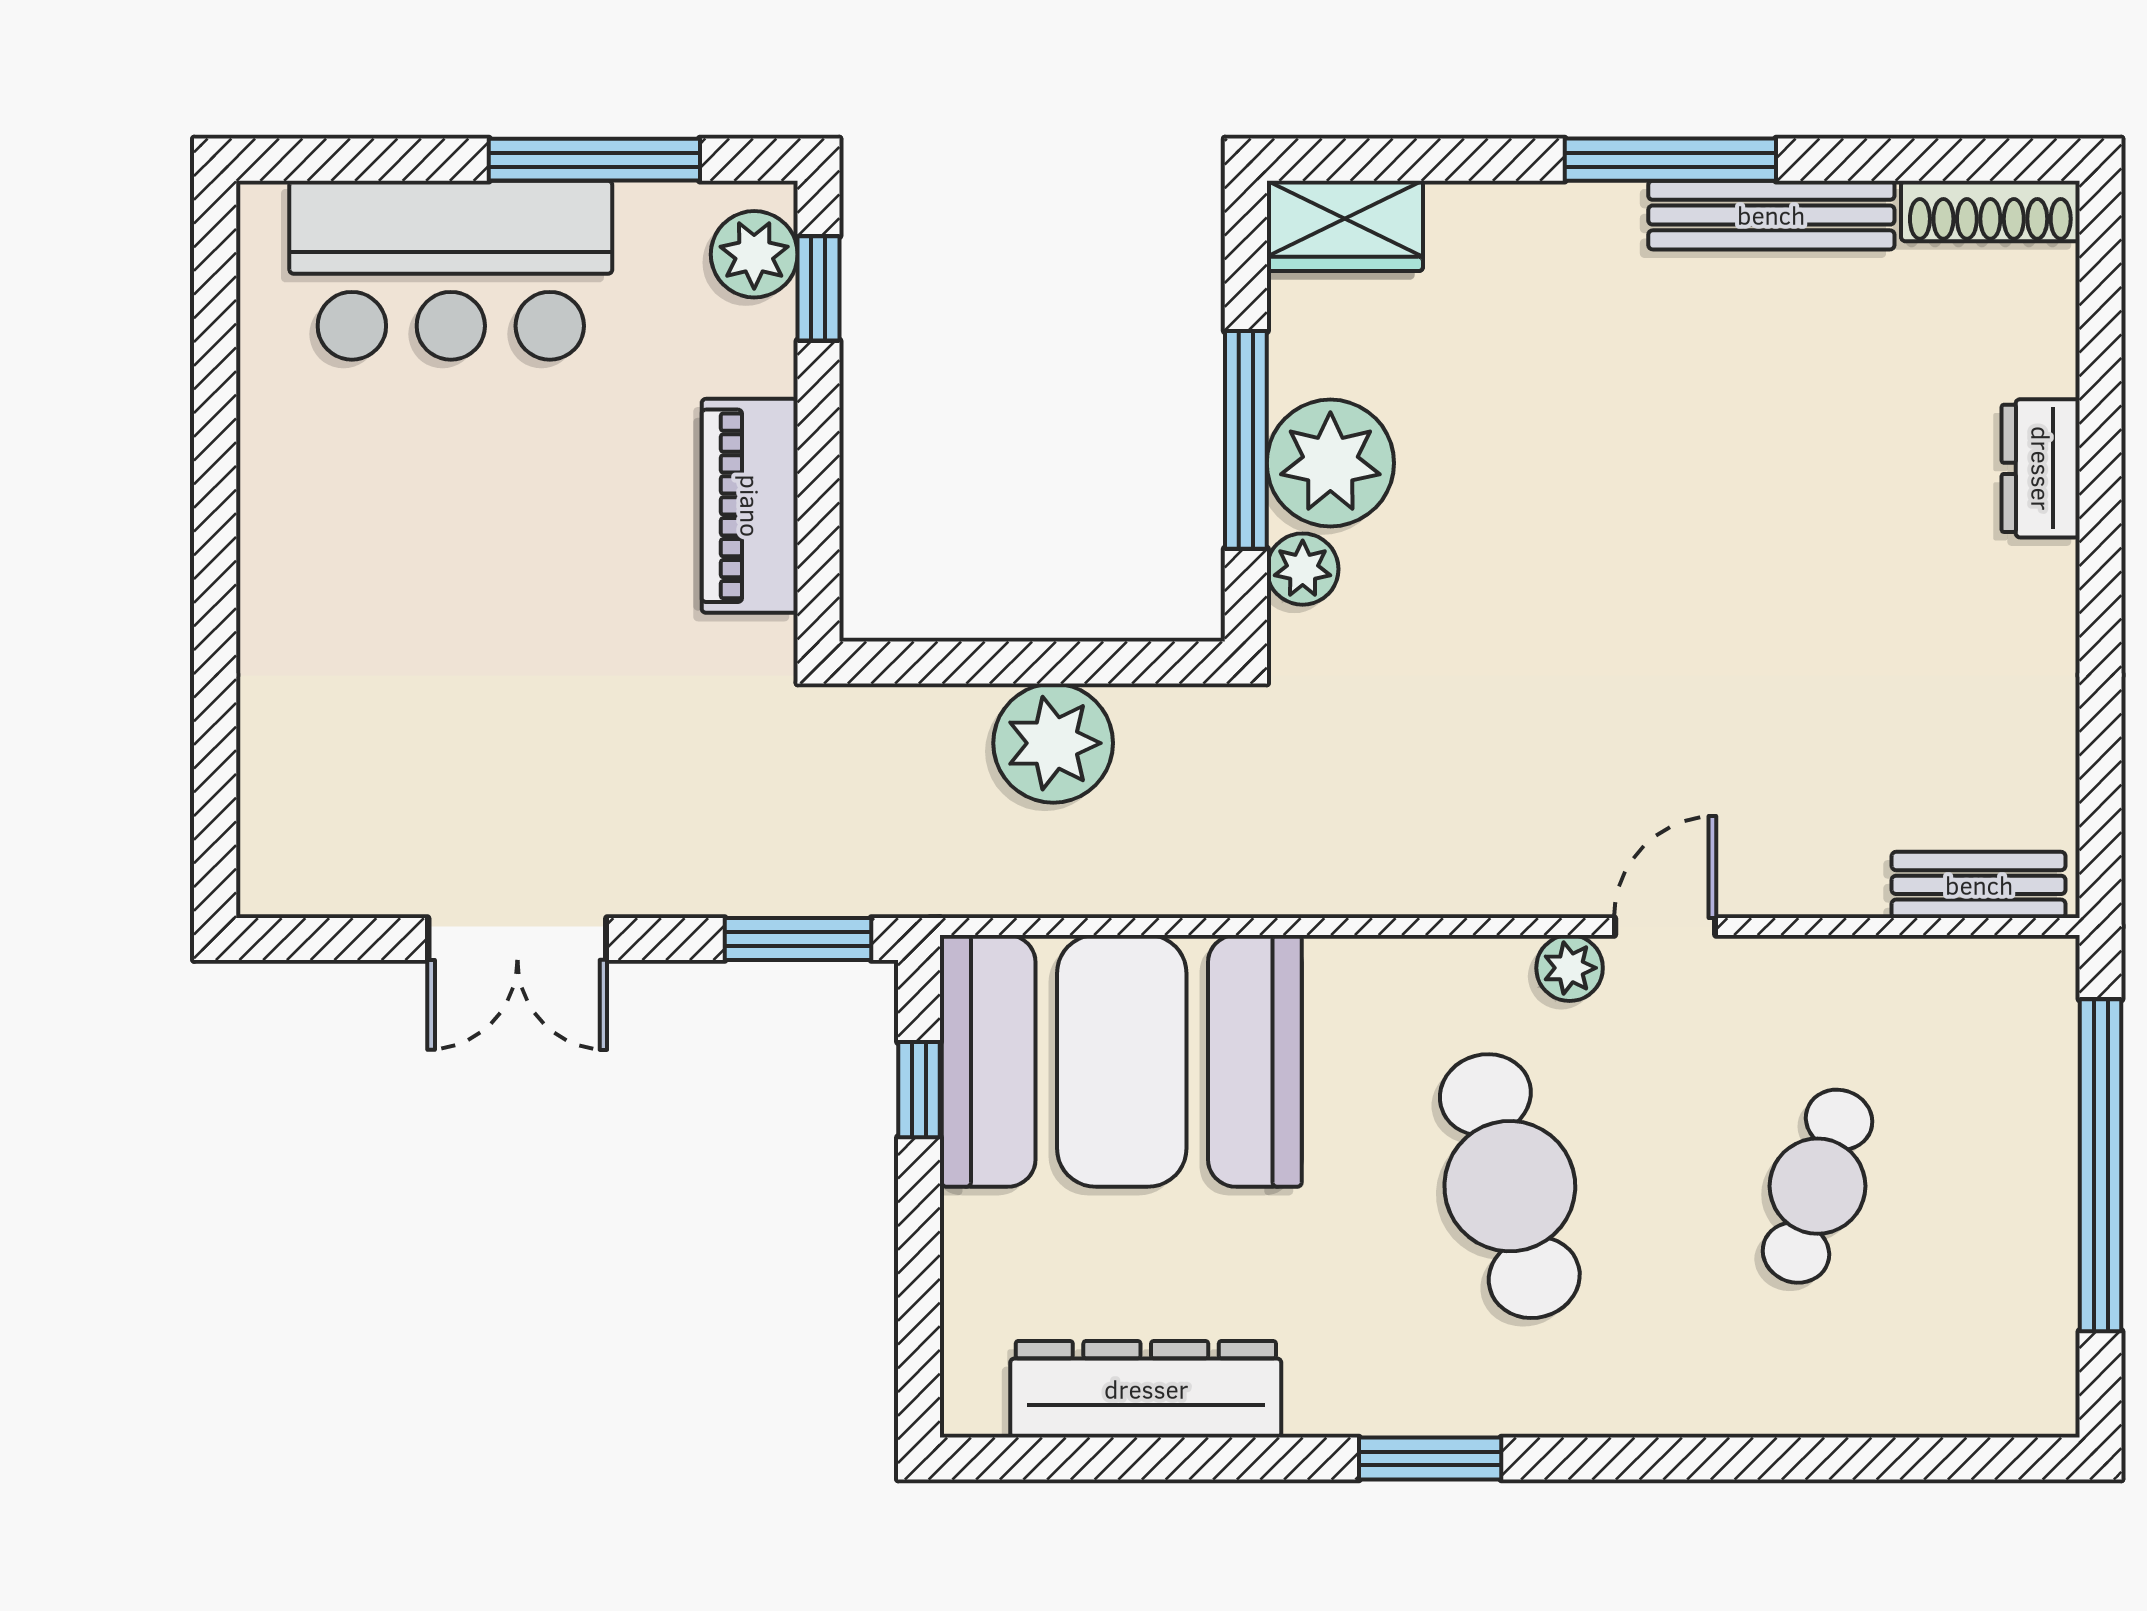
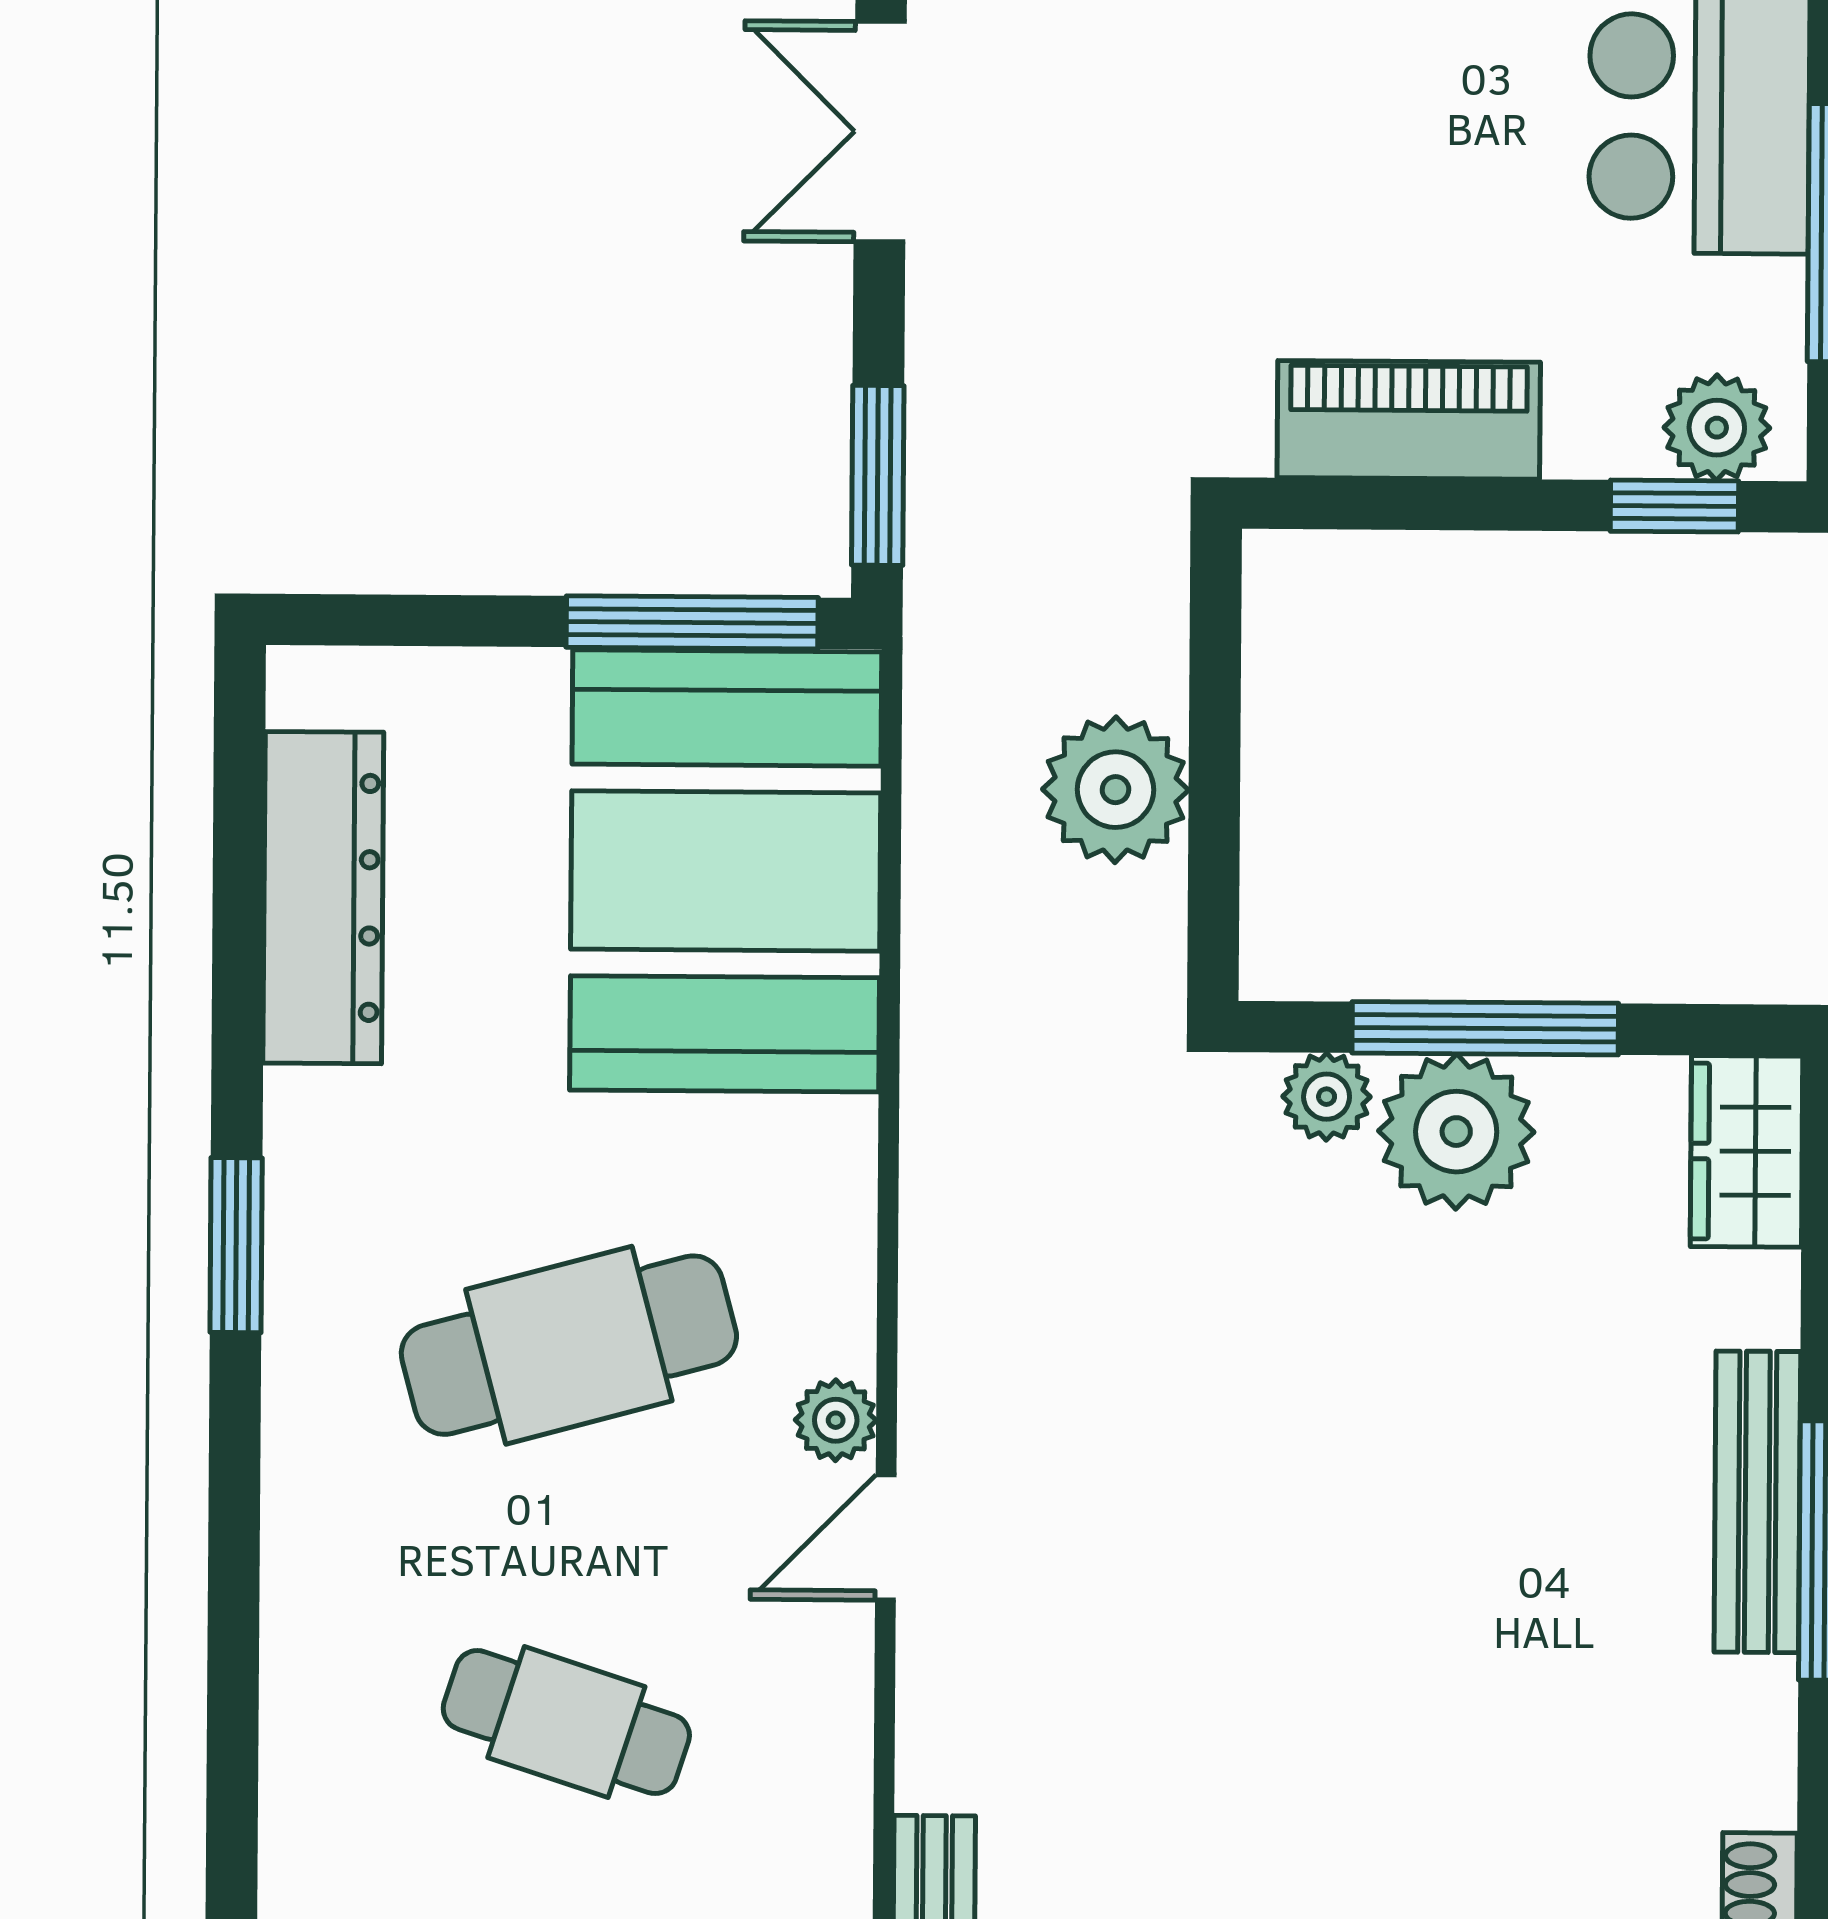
bench: (1771, 215) -> (1757, 1502), moved
door: (1665, 926) -> (886, 1538), swing flipped
window: (919, 1090) -> (692, 622), width x2.17

